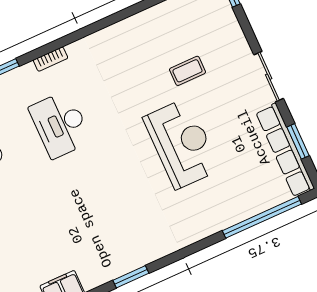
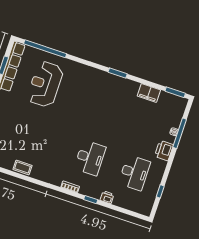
coffee table: (187, 71) -> (23, 167), moved
reception desk: (182, 144) -> (45, 84), moved

